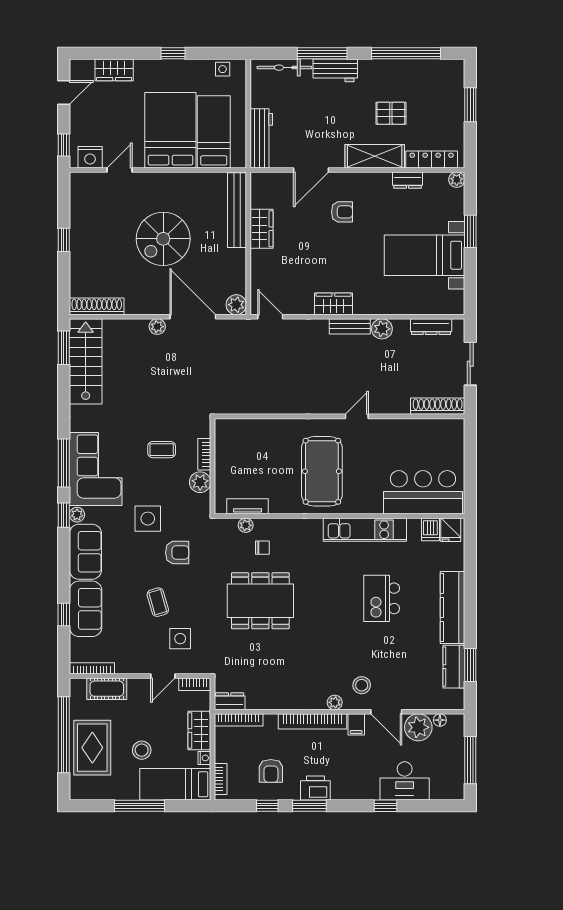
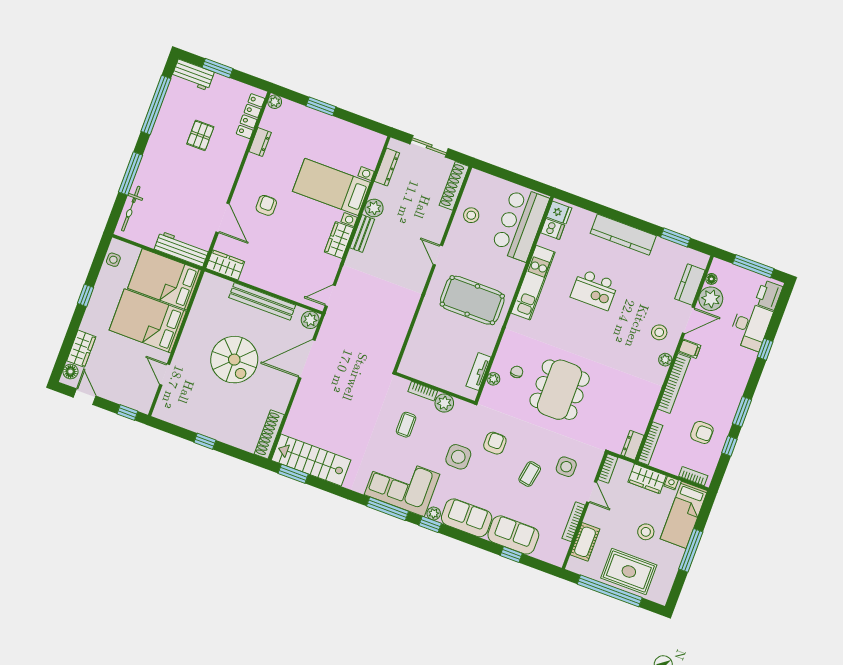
floor lamp: (85, 67) -> (70, 372), added
workbench: (335, 70) -> (193, 75), moved, turned 90
bed: (214, 132) -> (165, 279), width x1.50
shelving: (375, 156) -> (231, 162), removed
nightstand: (90, 157) -> (145, 395), removed
bench: (237, 210) -> (262, 301), moved
wardrobe: (261, 229) -> (225, 265), moved
bed with nightstands: (424, 255) -> (331, 187), moved, turned 90
plant: (157, 327) -> (304, 391), removed
stool: (413, 436) -> (471, 215), added
coffee table: (158, 602) -> (530, 474), turned -64
kitchen counter: (454, 667) -> (690, 284), moved, turned 90
bookcase: (92, 668) -> (573, 522), moved
printer: (315, 788) -> (769, 295), moved

